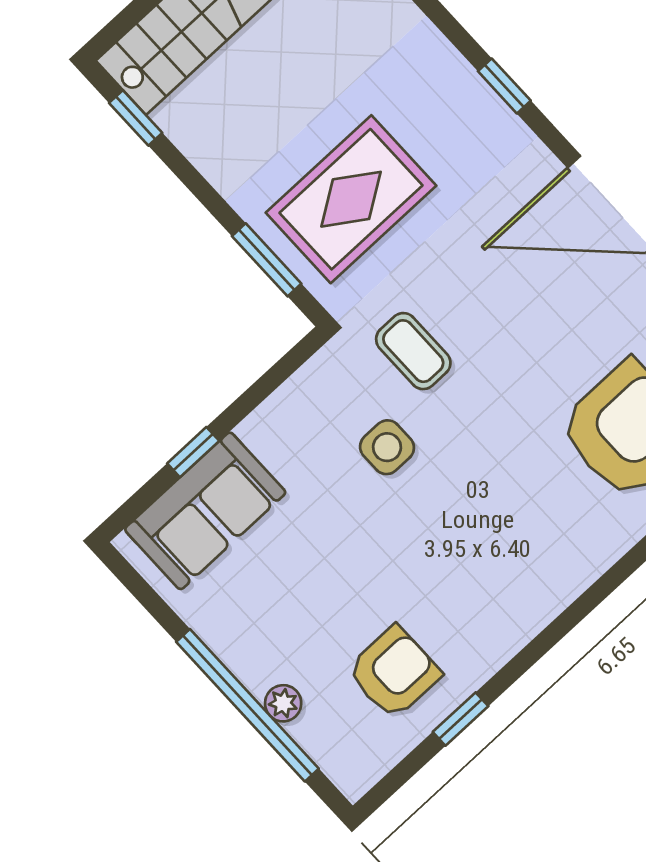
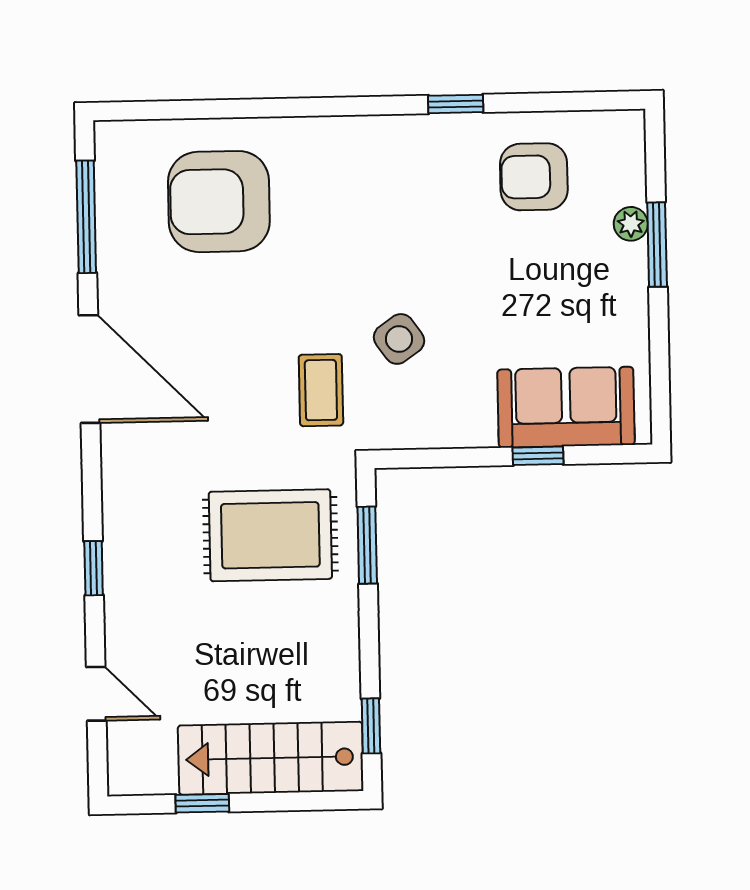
window: (504, 86) -> (94, 568), moved
side table: (387, 447) -> (399, 339), turned -35
window: (247, 705) -> (657, 245), width x0.47
window: (461, 719) -> (456, 104), moved

